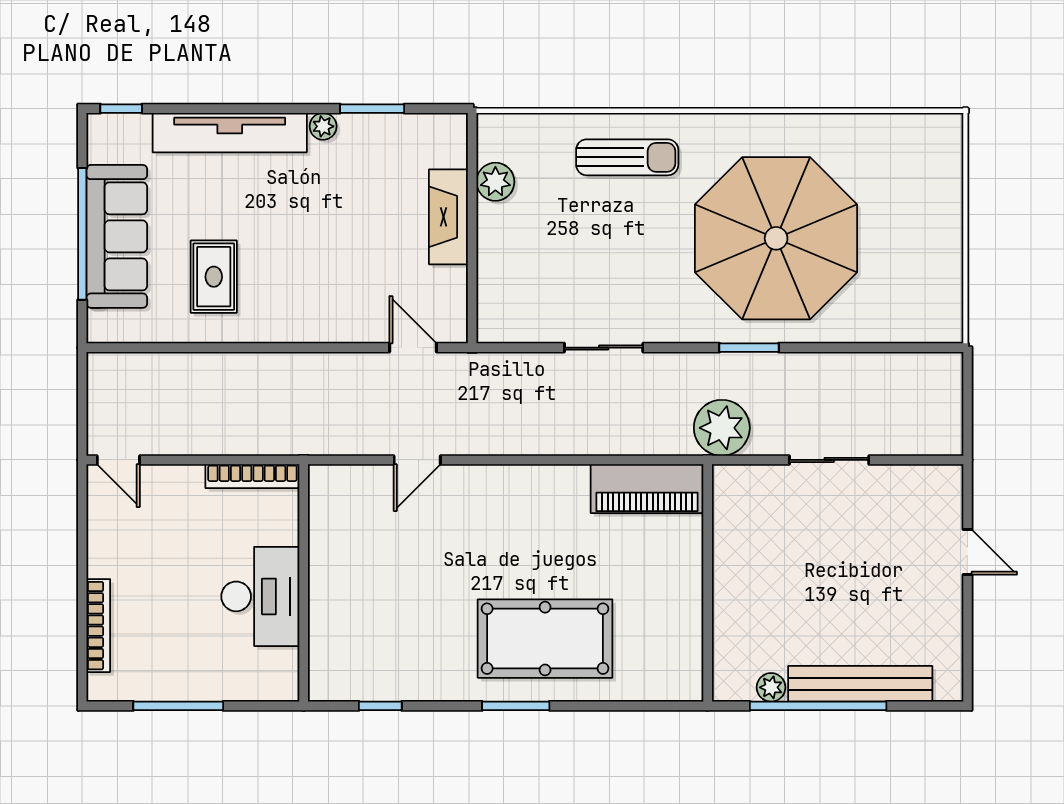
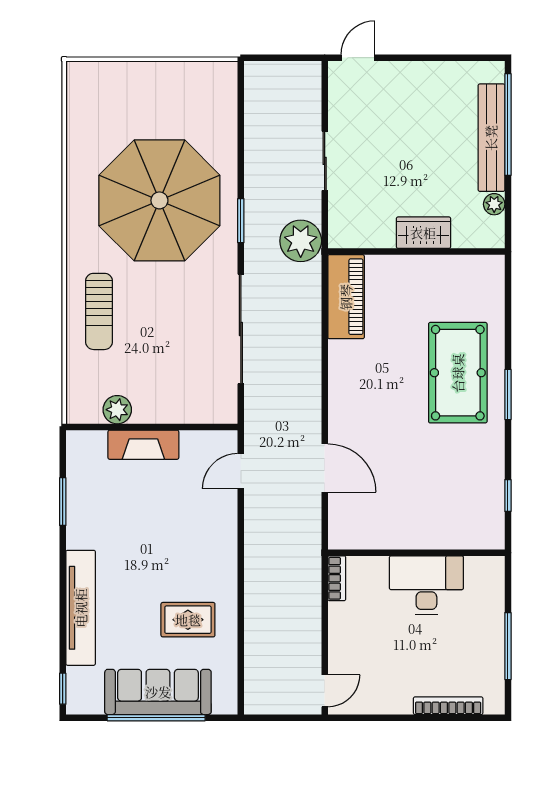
plant: (323, 126) -> (76, 538), removed
sun lounger: (627, 157) -> (99, 311), turned 180
sliding door: (604, 348) -> (241, 329), width x1.86
door: (417, 460) -> (325, 468), width x1.38
bookcase: (252, 476) -> (337, 578), width x0.64
door: (967, 552) -> (358, 58), moved
wardrobe: (733, 593) -> (423, 233), added
window: (818, 706) -> (508, 125), moved

